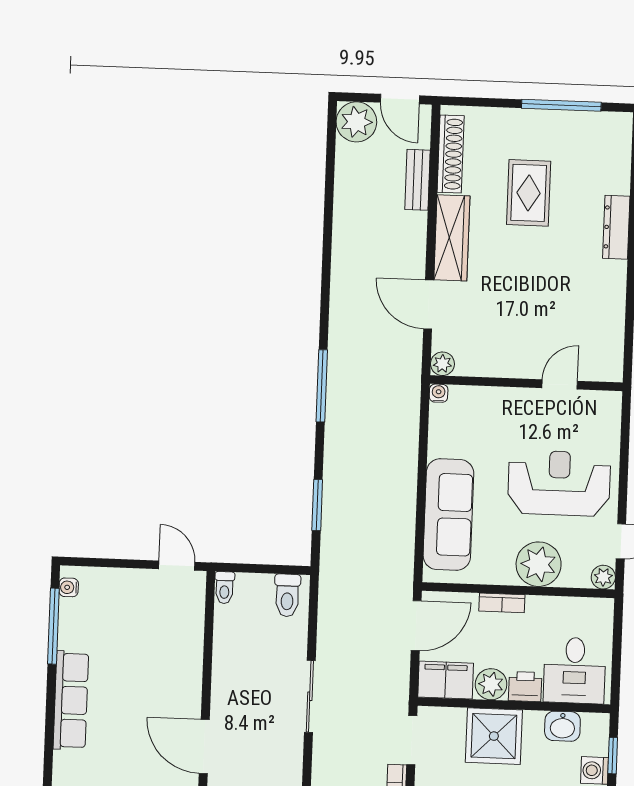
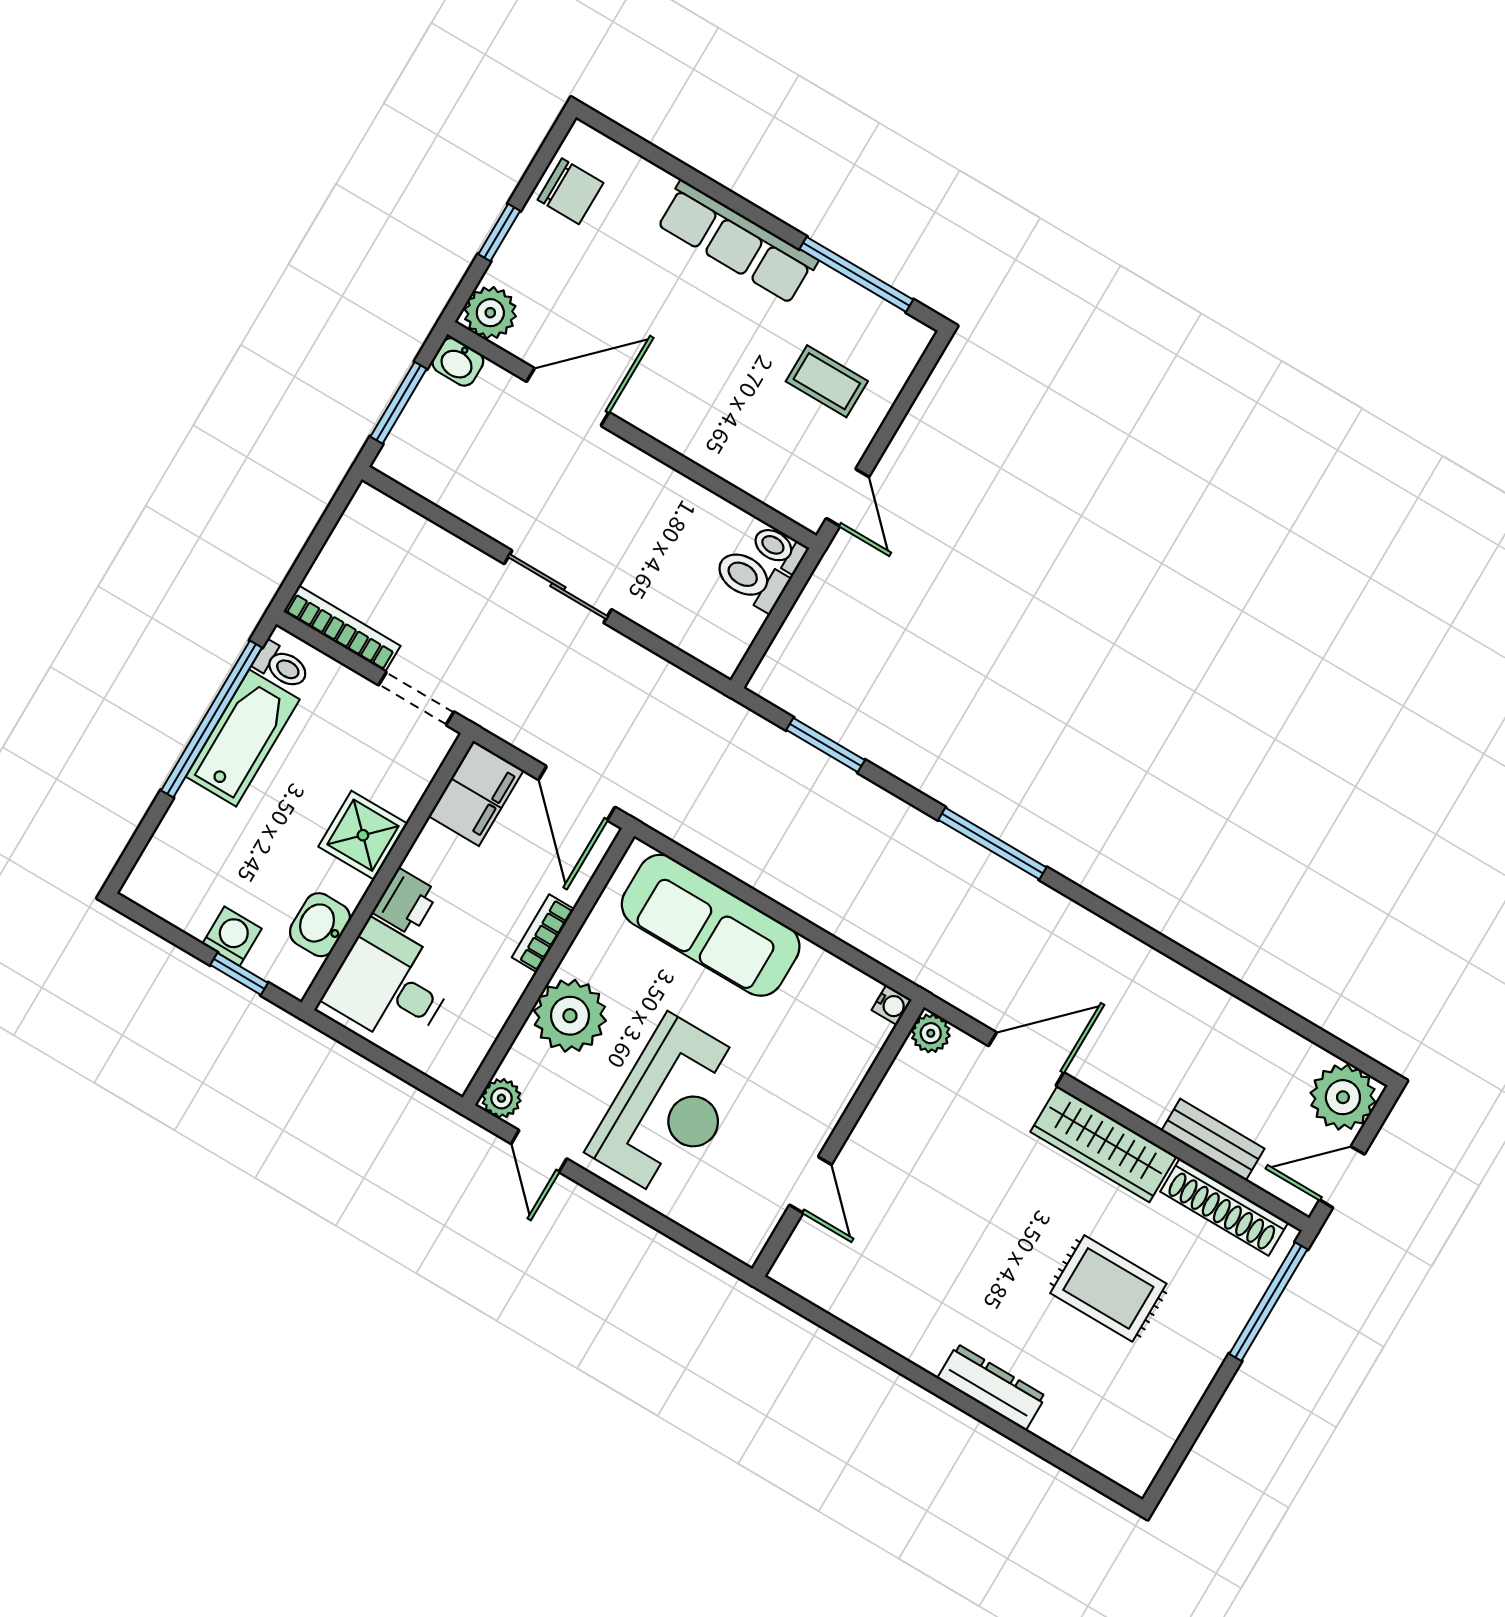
window: (561, 105) -> (1268, 1302), moved
door: (177, 566) -> (848, 498), hinge flipped
water cooler: (69, 587) -> (900, 326), removed
toilet: (287, 595) -> (751, 579), moved
coffee table: (120, 611) -> (827, 381), added
plant: (491, 684) -> (435, 855), removed
shower: (494, 736) -> (363, 835), width x0.73, depth x0.73

